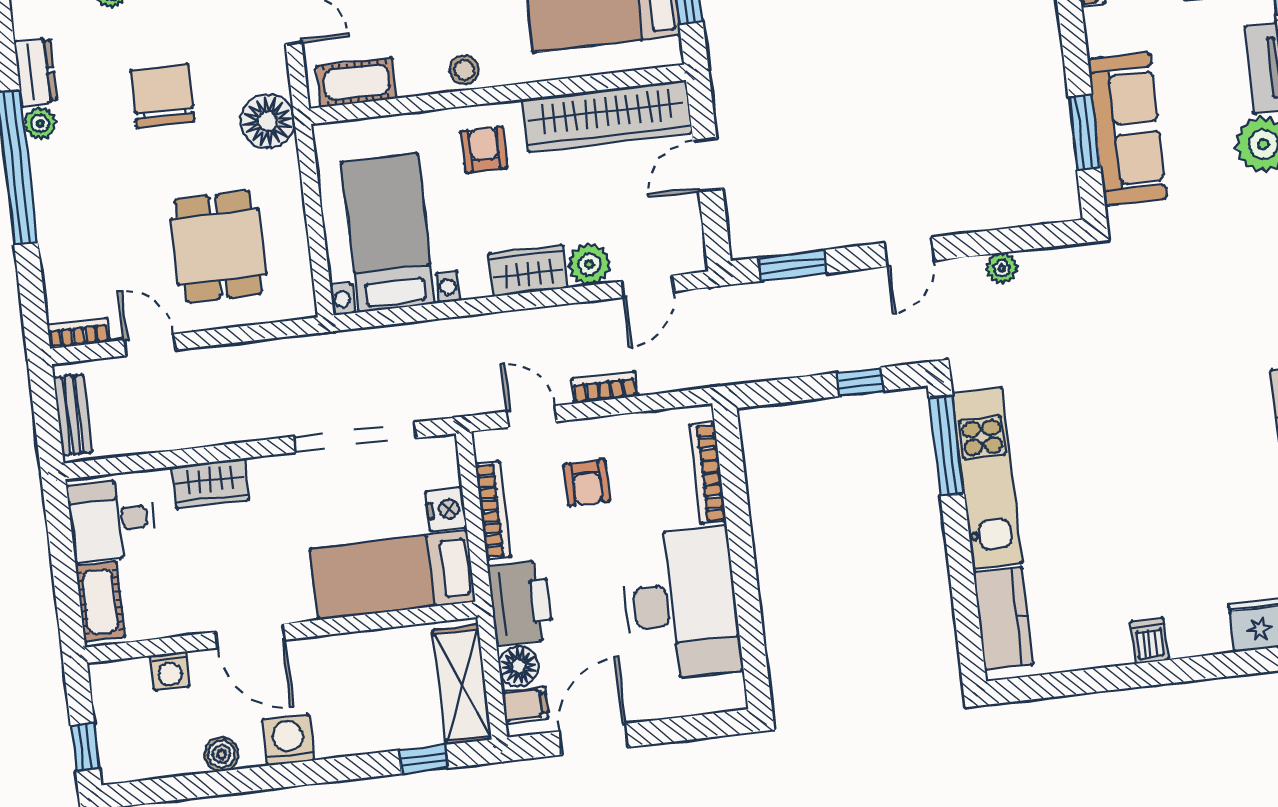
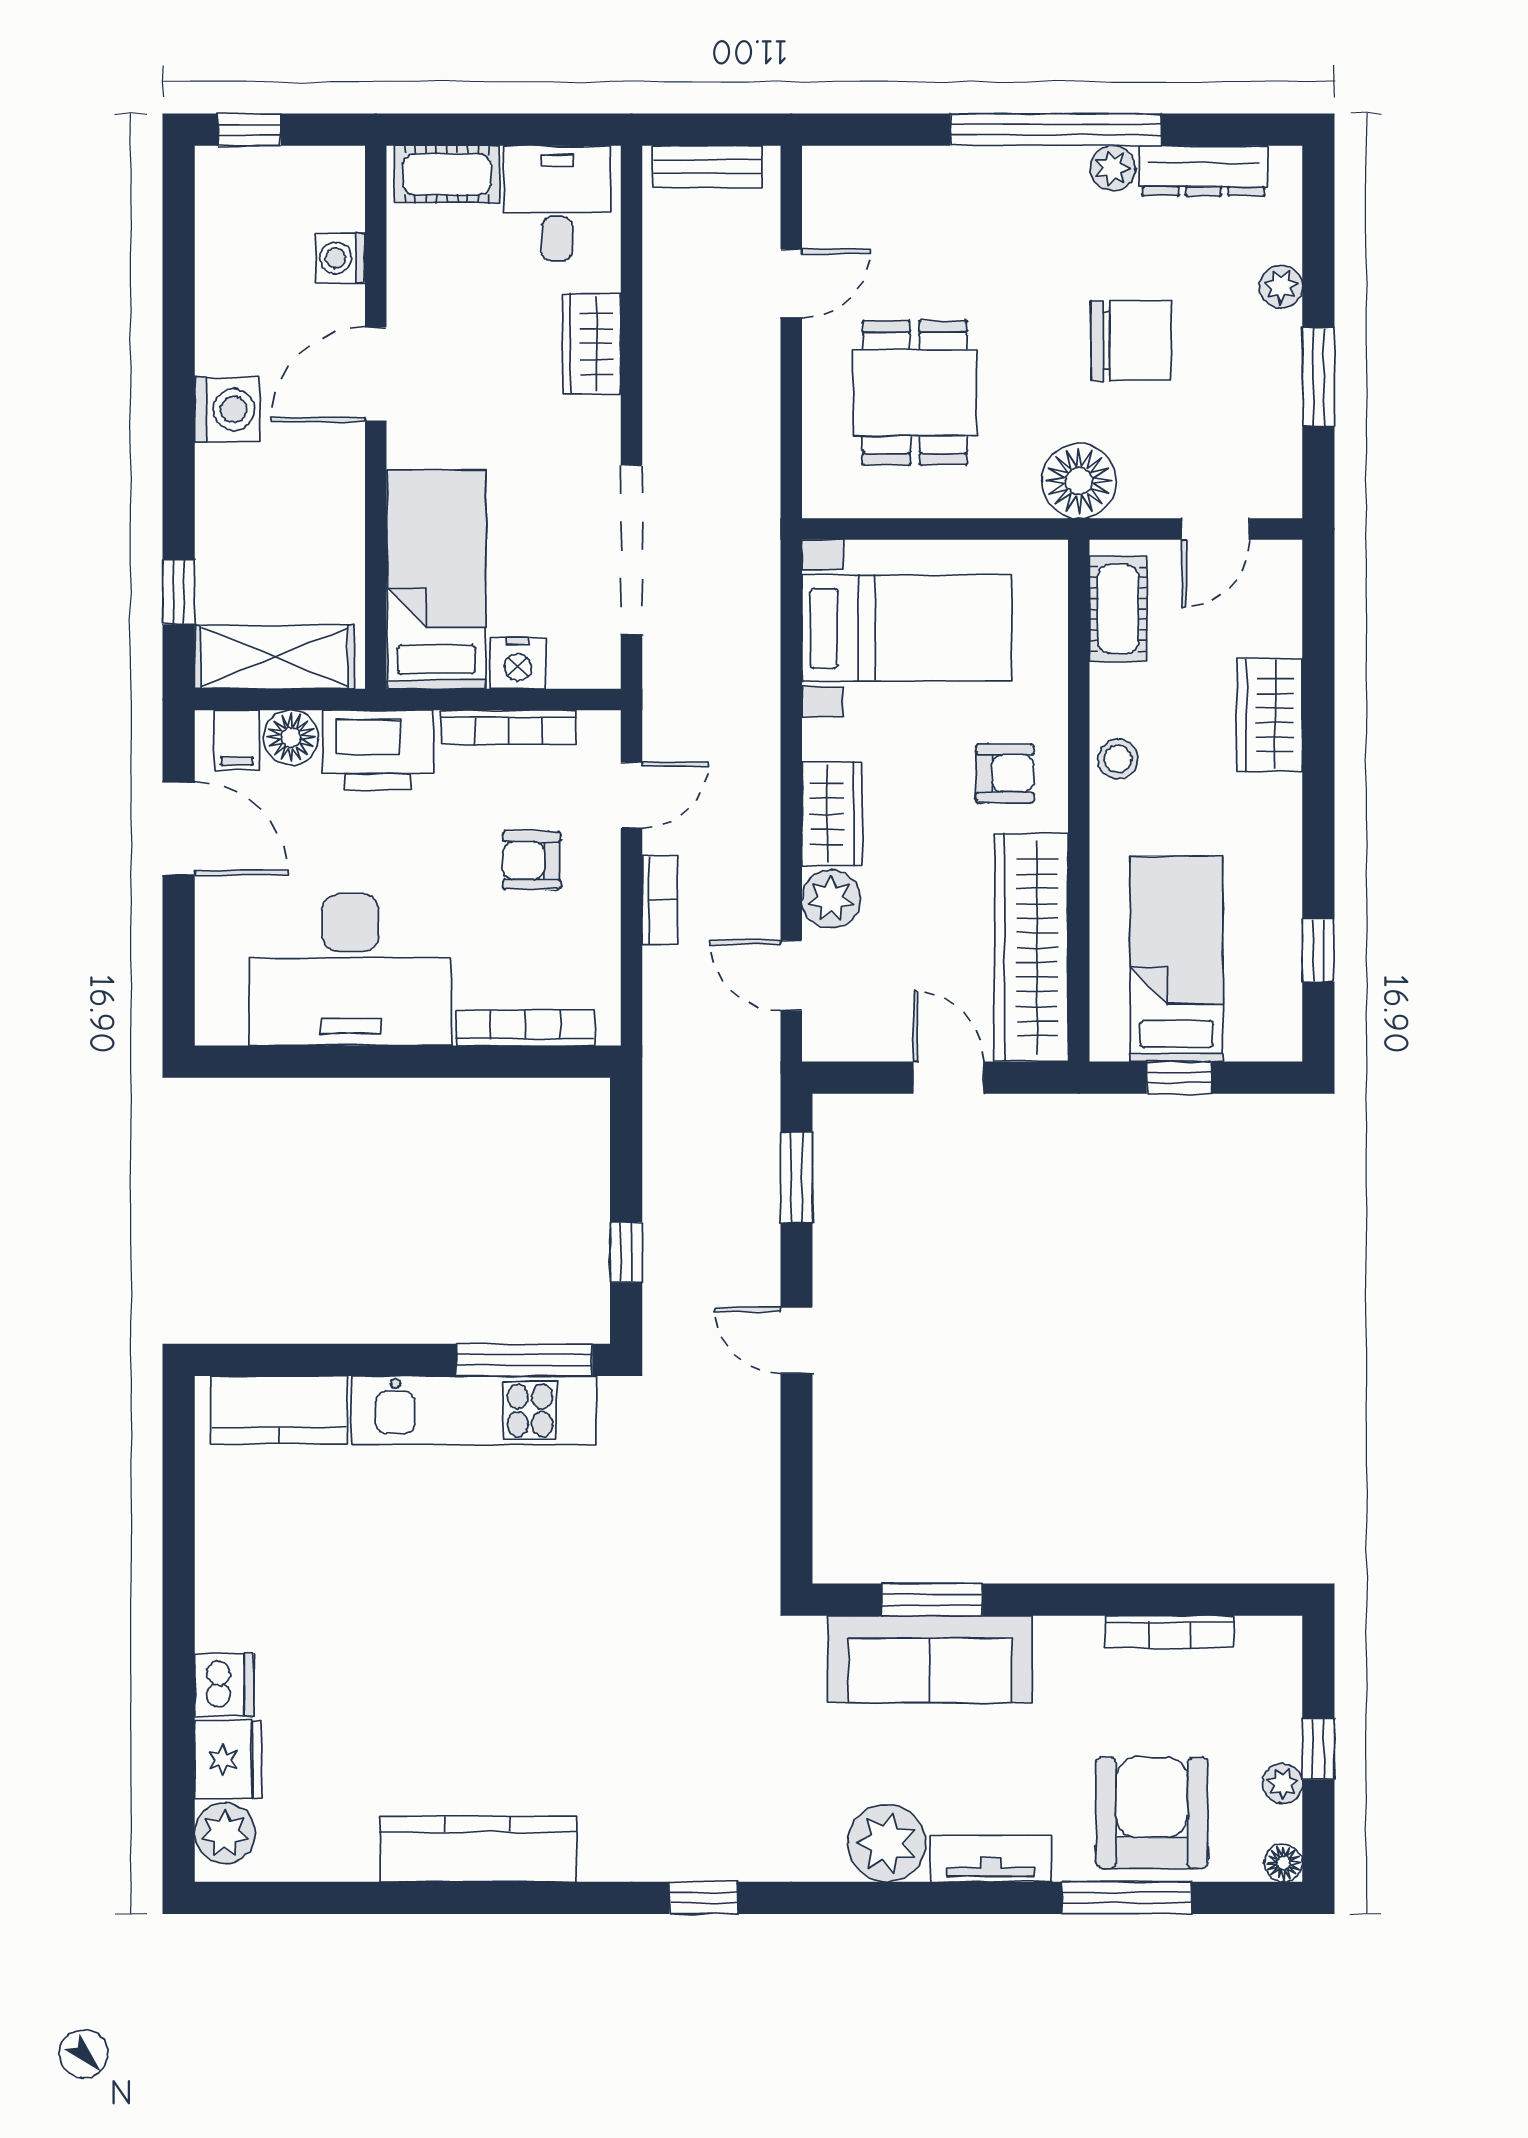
dresser: (36, 72) -> (1204, 171), width x1.44
dining table: (218, 247) -> (915, 393), turned 90
plant: (1002, 268) -> (759, 1464), removed
bookcase: (79, 333) -> (819, 187), removed
dishwasher: (1150, 641) -> (224, 1685), moved, width x1.38
boiler: (221, 754) -> (218, 316), removed

